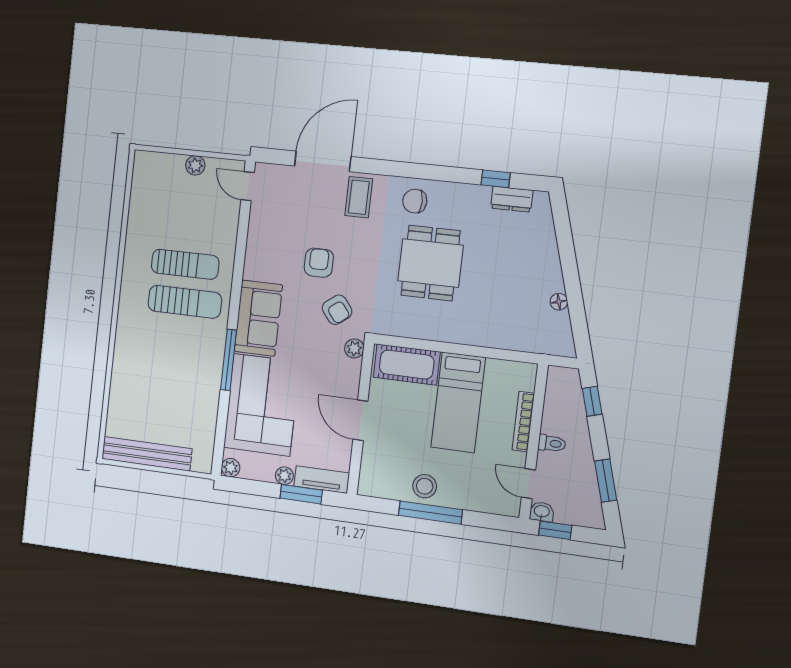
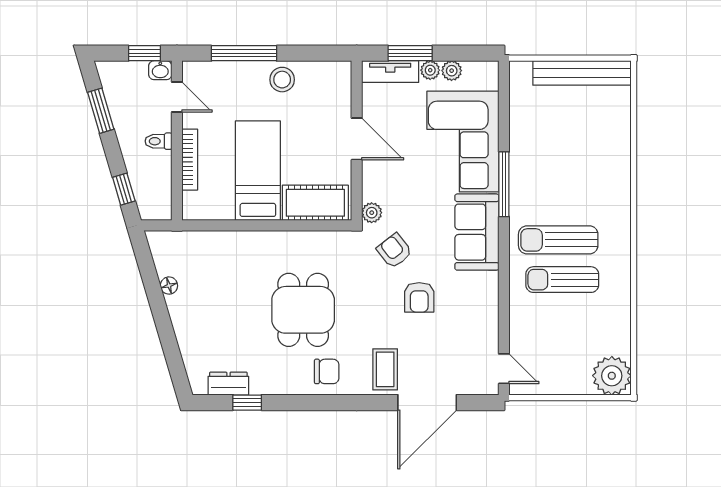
plant: (195, 165) -> (612, 376), moved, width x1.88, depth x1.88
plant: (231, 468) -> (452, 71), moved
window: (430, 513) -> (244, 53), moved

